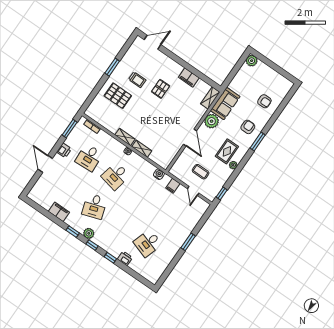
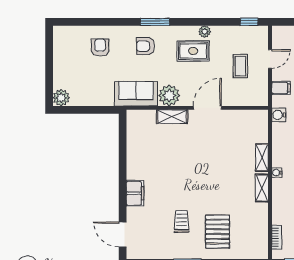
filing cabinet: (189, 77) -> (135, 193), moved
pallet: (161, 89) -> (173, 185), removed
shelving: (210, 98) -> (172, 117), moved

